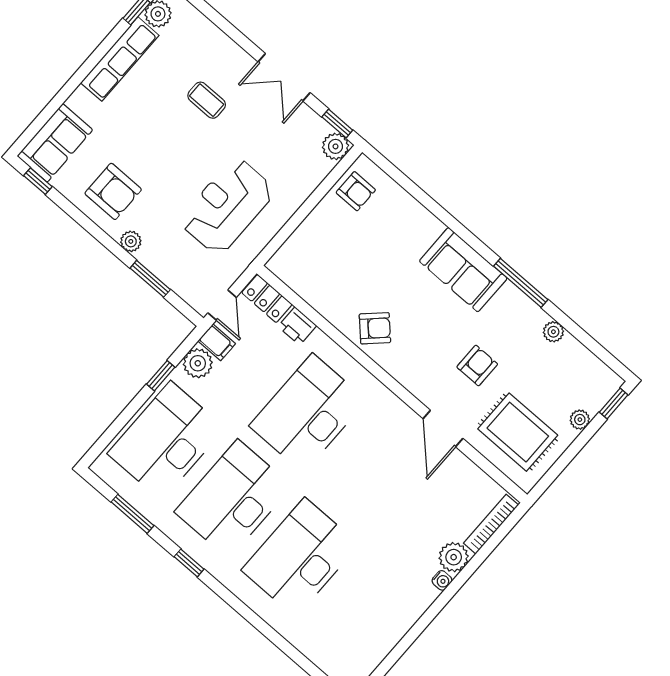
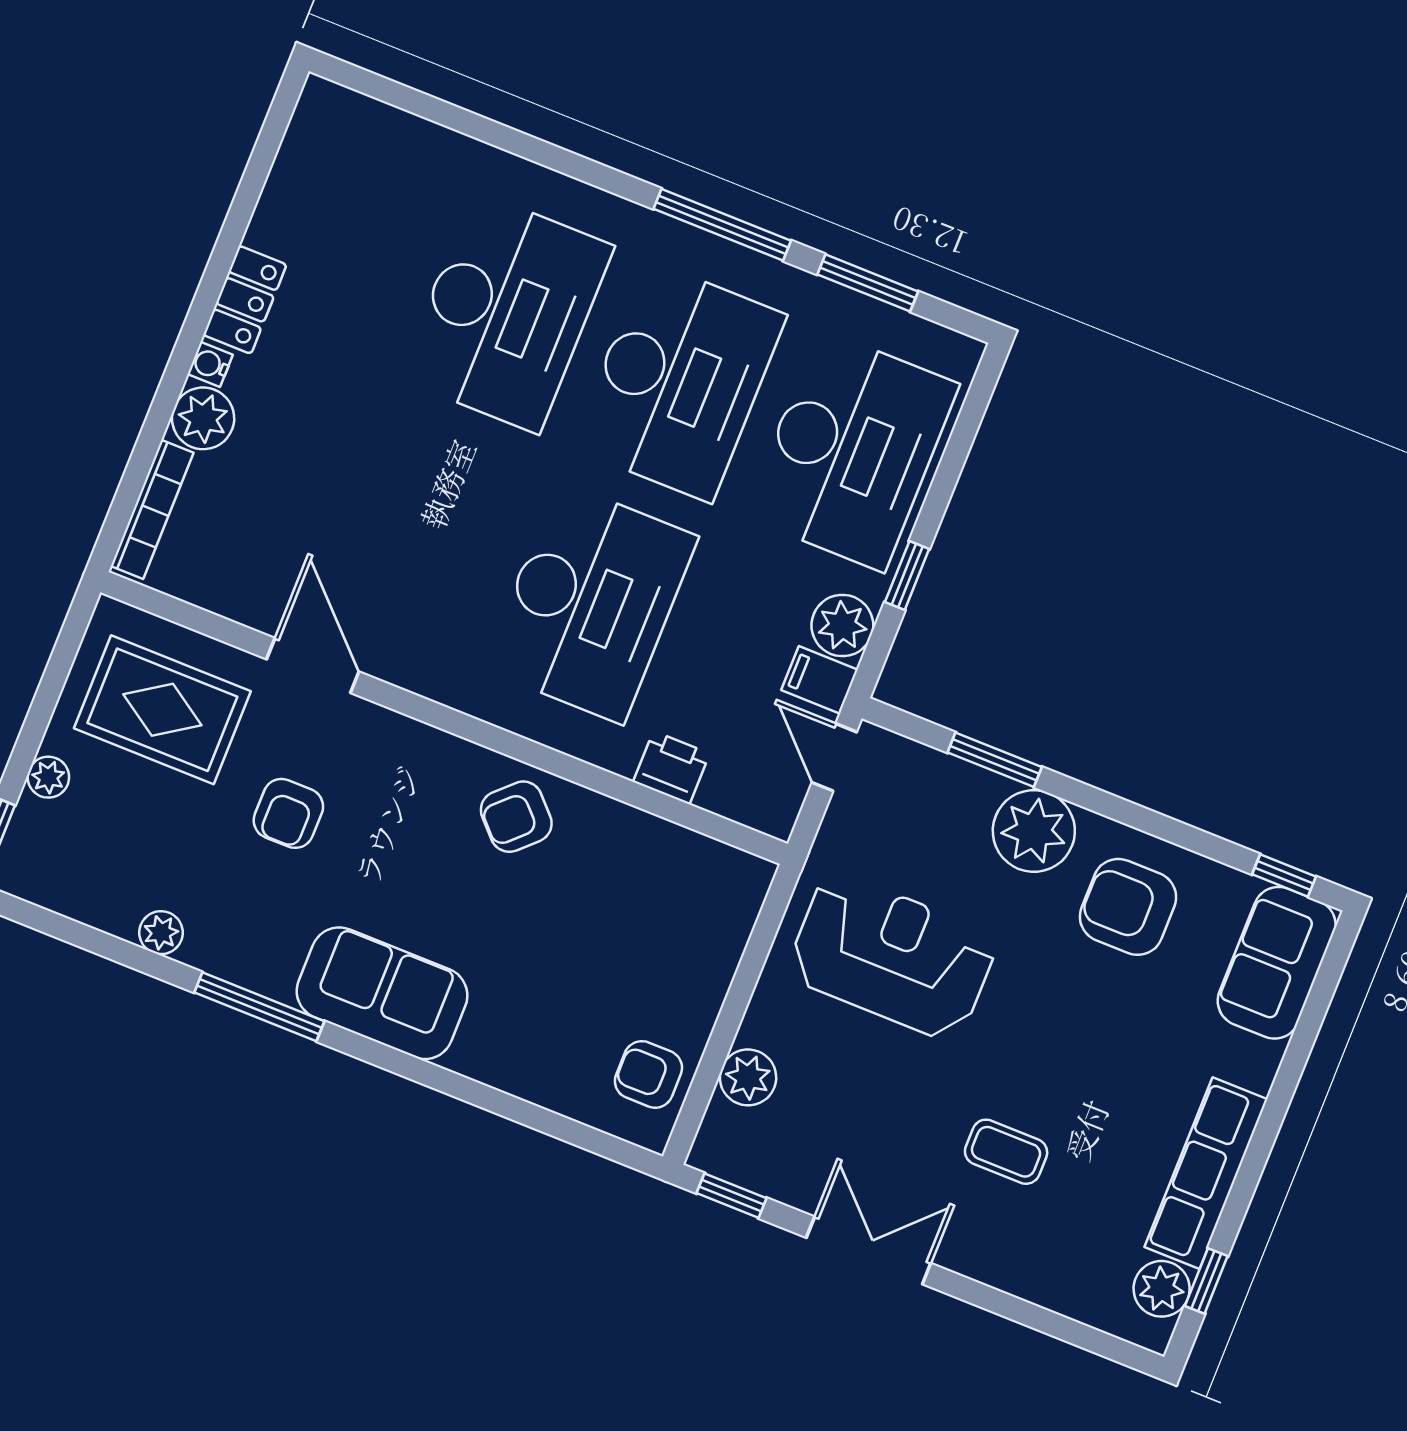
plant: (336, 146) -> (748, 1077), moved
reception desk: (227, 206) -> (892, 956), turned -90
plant: (131, 241) -> (1034, 831), width x1.88, depth x1.88
locker: (267, 298) -> (245, 300), moved, turned 90
window: (189, 563) -> (722, 225), width x2.17

